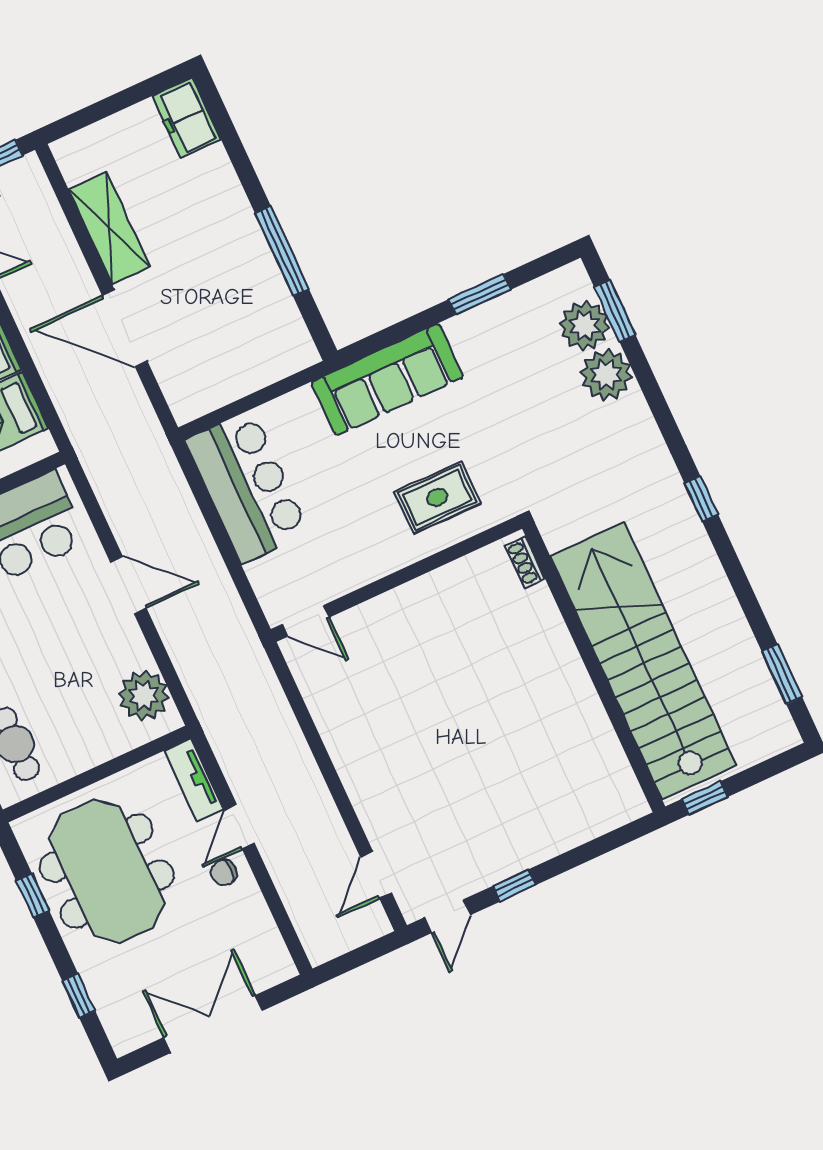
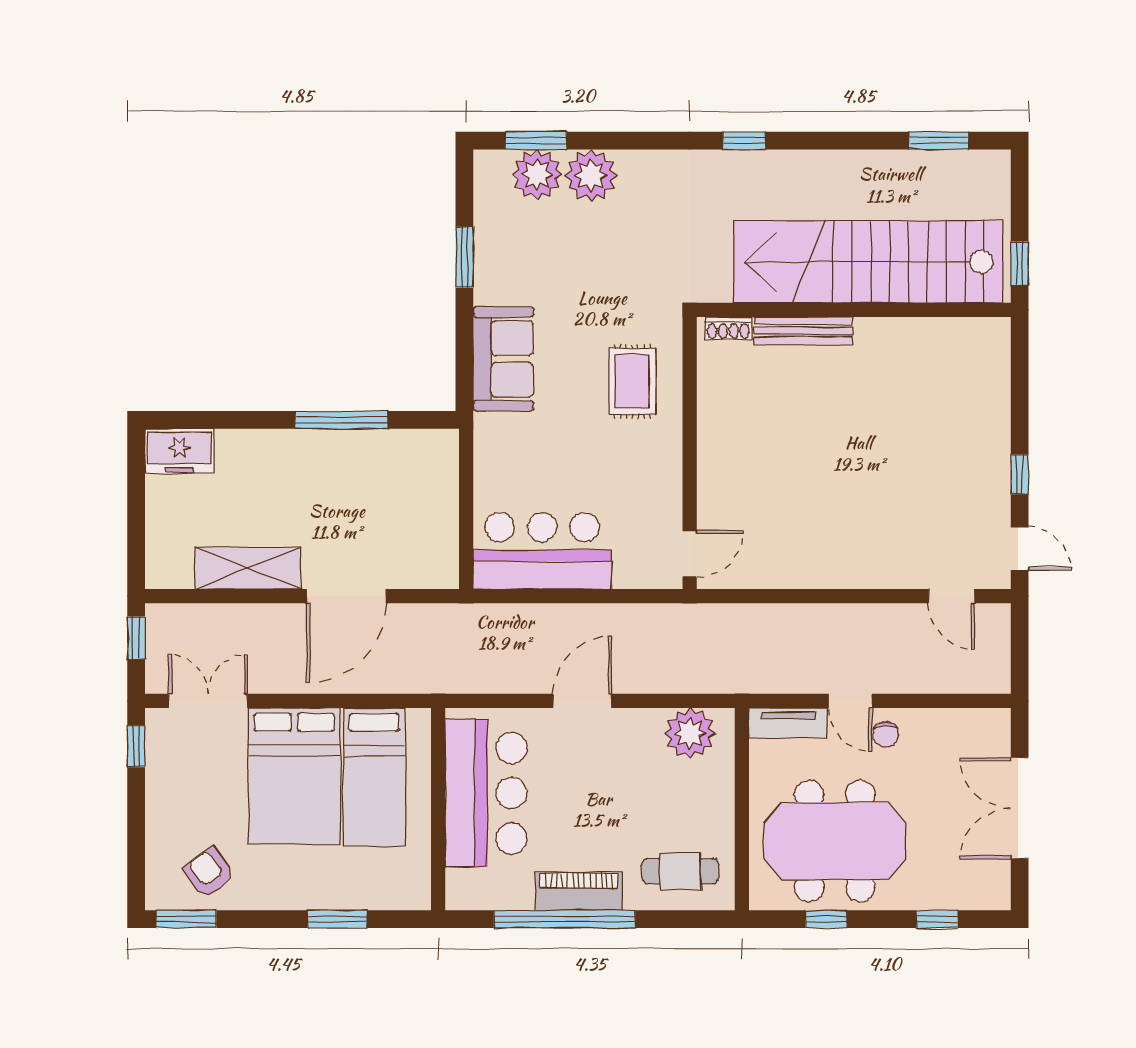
sofa: (387, 380) -> (503, 359), width x0.73
bench: (554, 631) -> (803, 331), added

